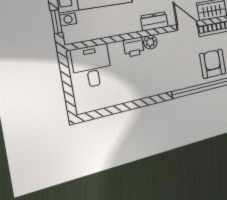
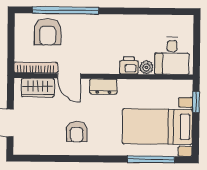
plant: (150, 42) -> (146, 67), moved

